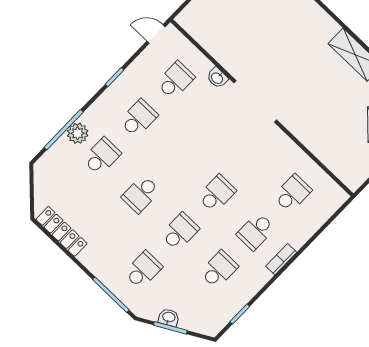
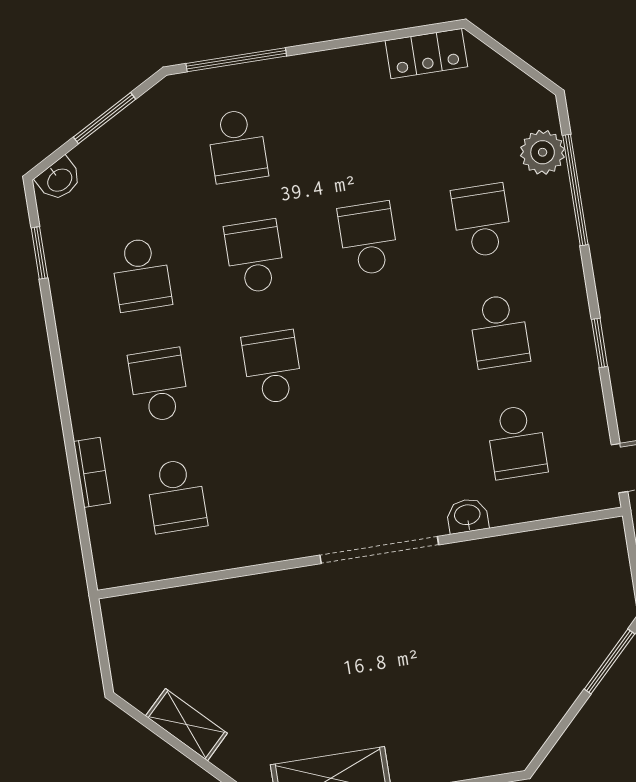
plant: (78, 133) -> (543, 152), moved
school desk: (102, 156) -> (482, 221), turned 180
school desk: (217, 194) -> (272, 367), turned 180
locker: (61, 231) -> (426, 54), width x0.66
school desk: (180, 232) -> (255, 257), turned 180
bookcase: (281, 259) -> (92, 472), moved
washbasin: (169, 317) -> (59, 179), moved

